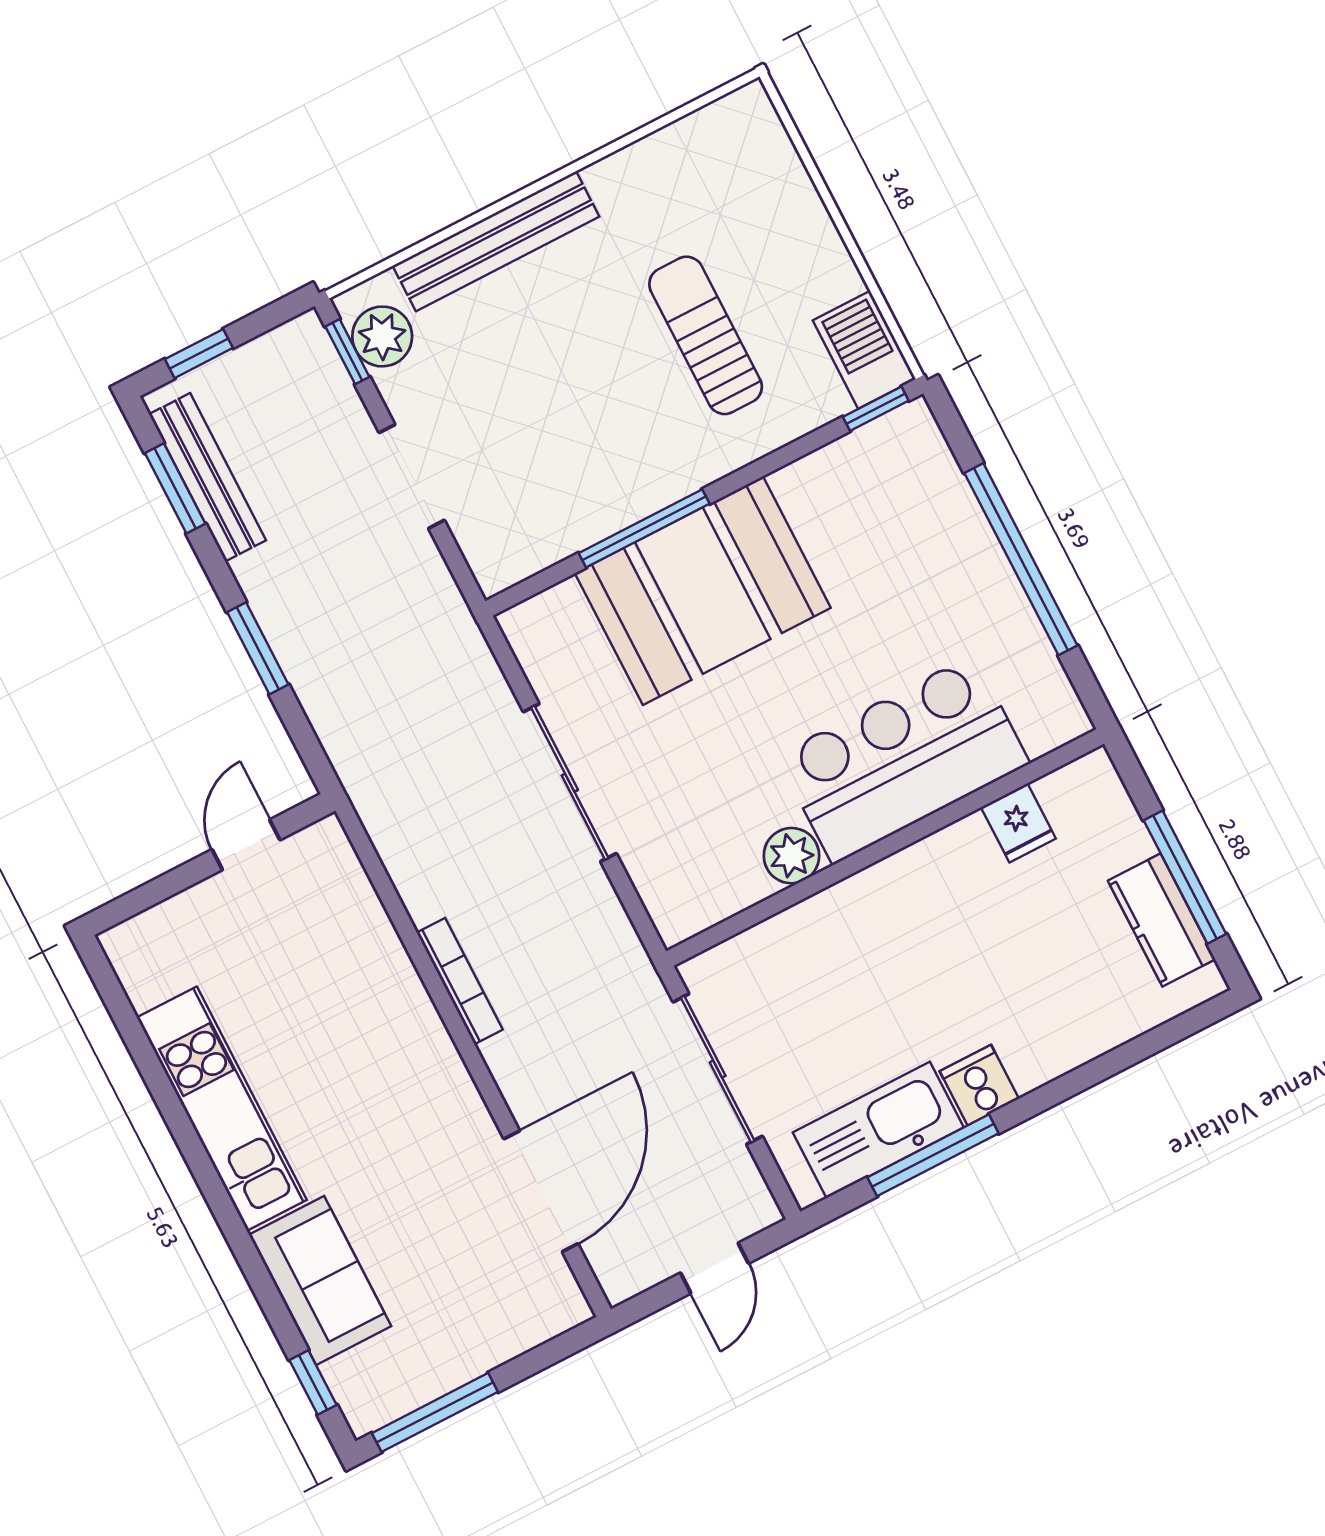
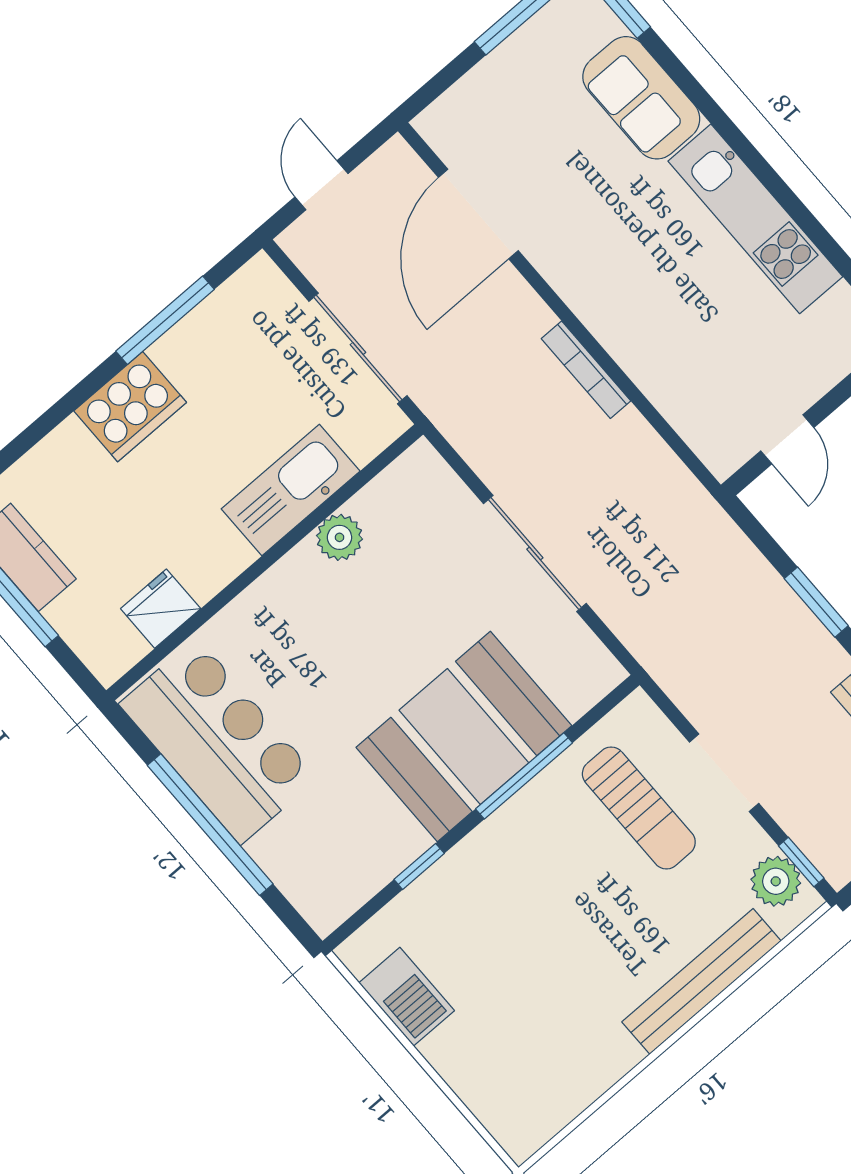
sun lounger: (706, 335) -> (639, 808), moved
barbecue: (864, 350) -> (407, 997), moved
window: (876, 409) -> (419, 866), moved
bar counter: (903, 759) -> (219, 741), moved, turned -90
fridge: (1018, 823) -> (161, 609), width x1.38
cooker: (979, 1085) -> (130, 407), width x1.87, depth x1.31
kitchen sink: (878, 1130) -> (291, 490), moved, turned 180

